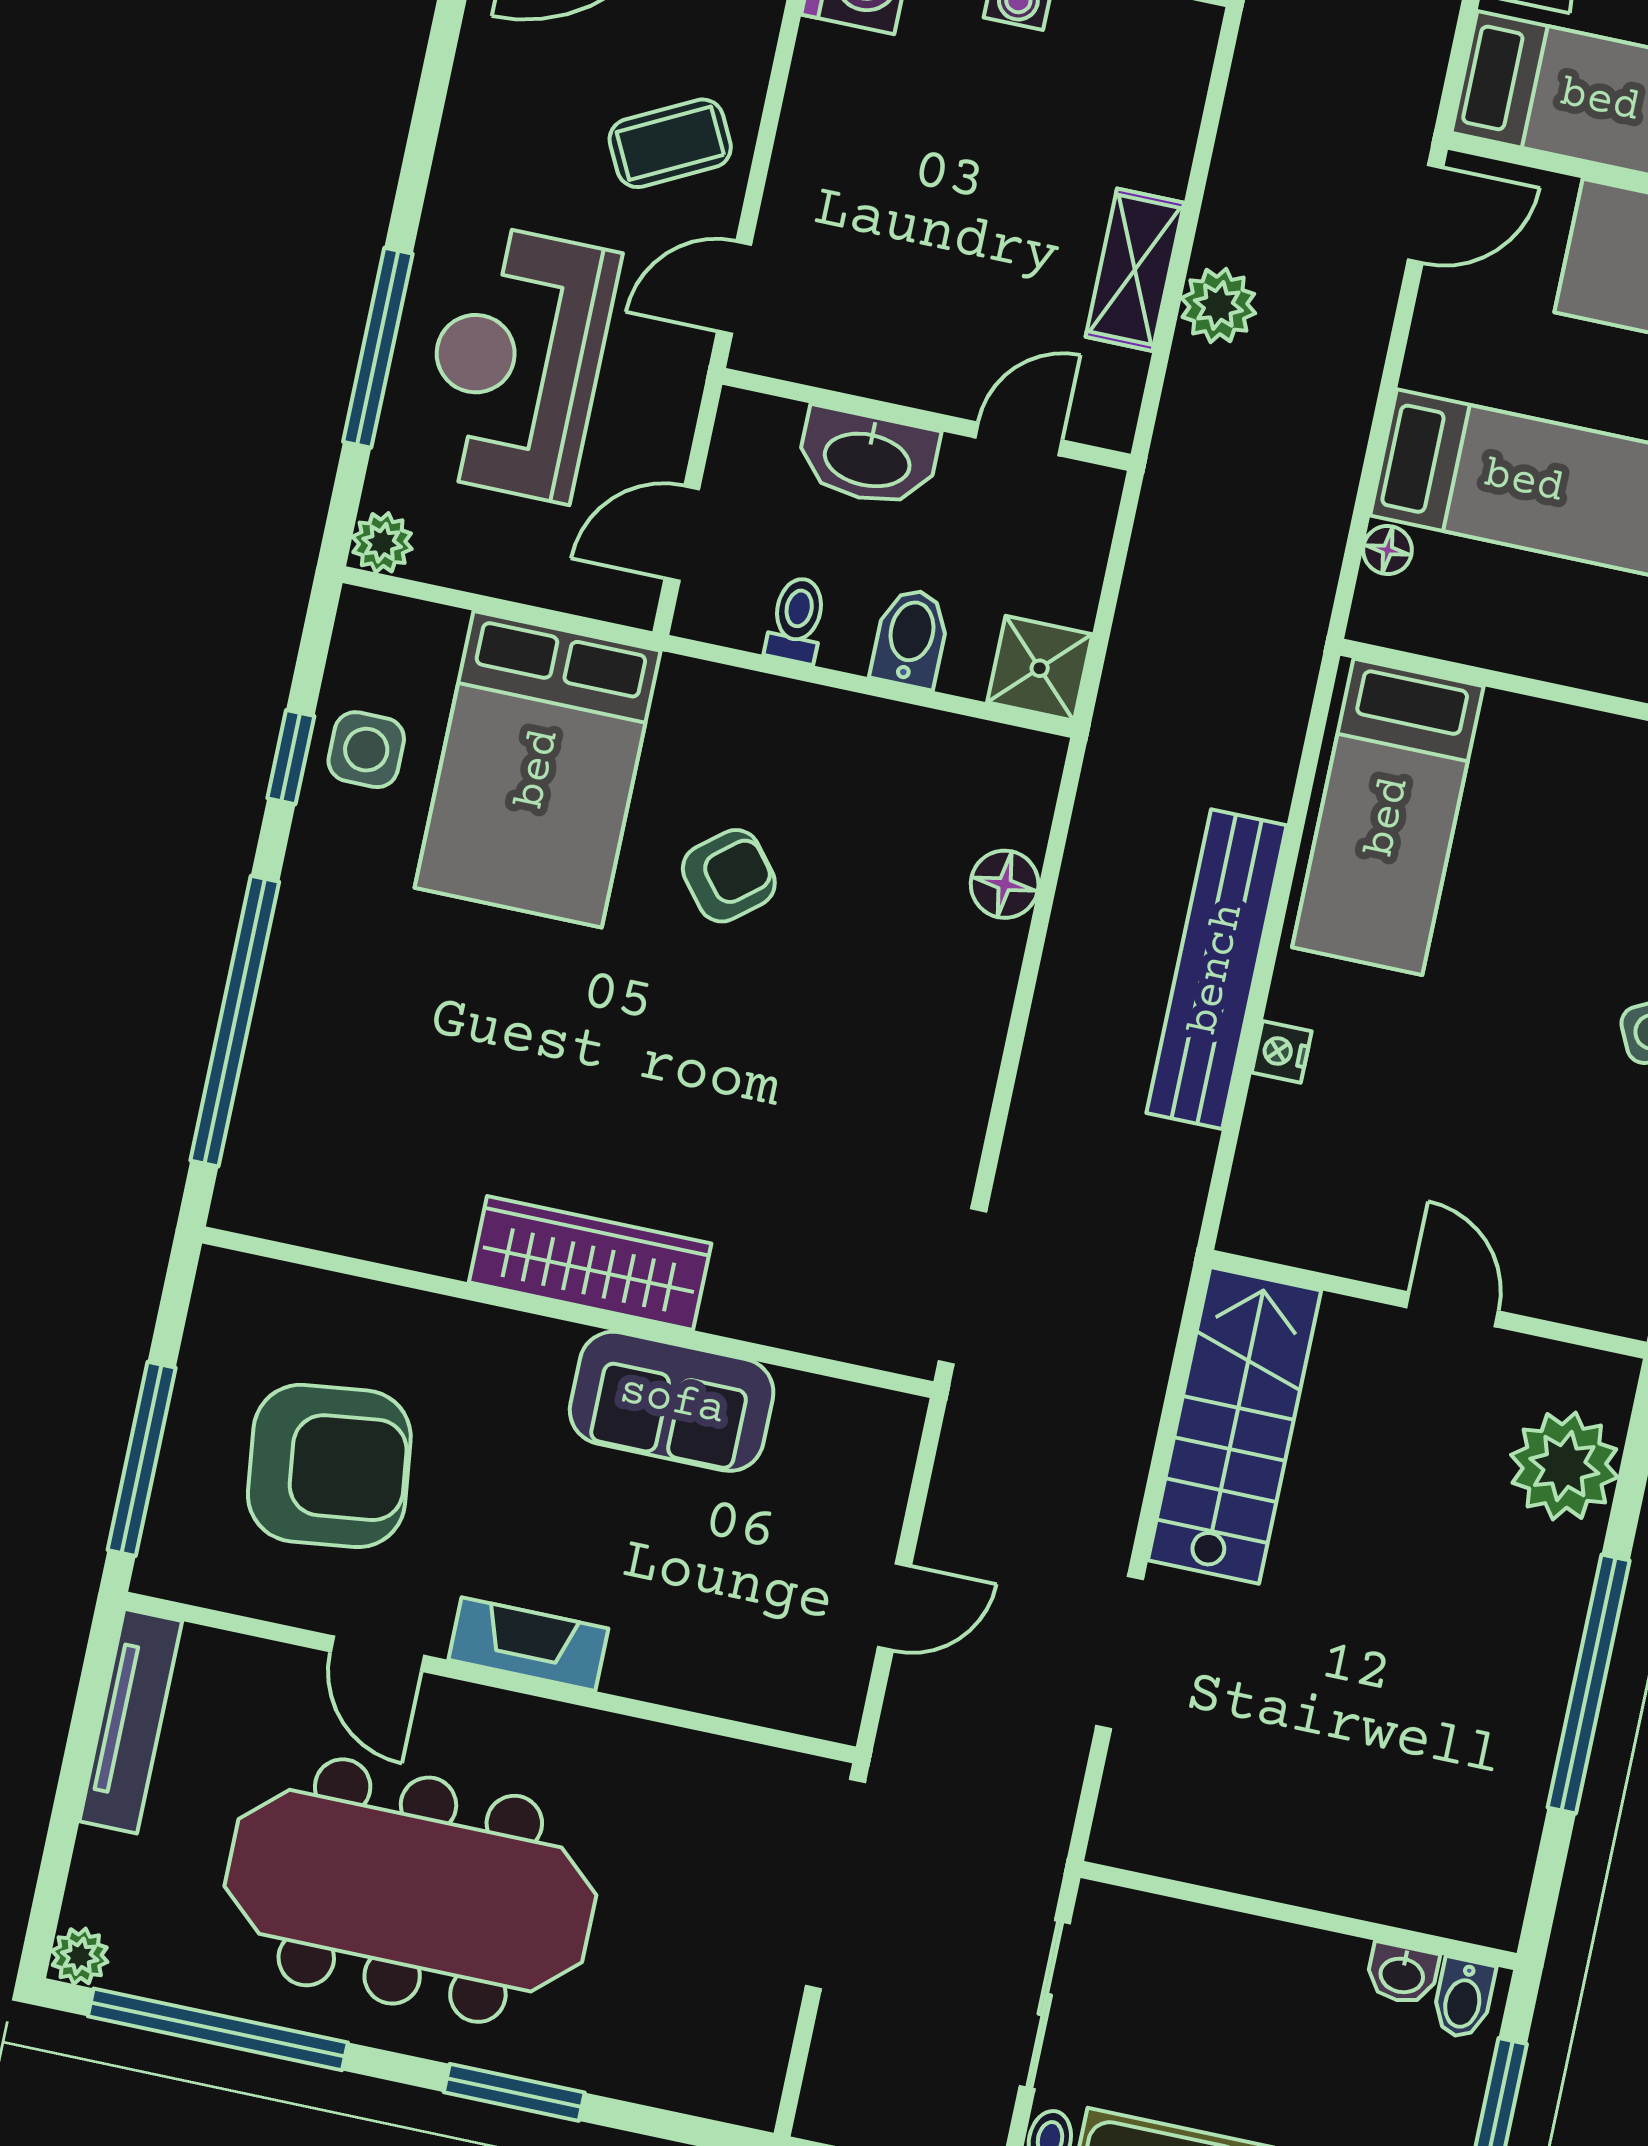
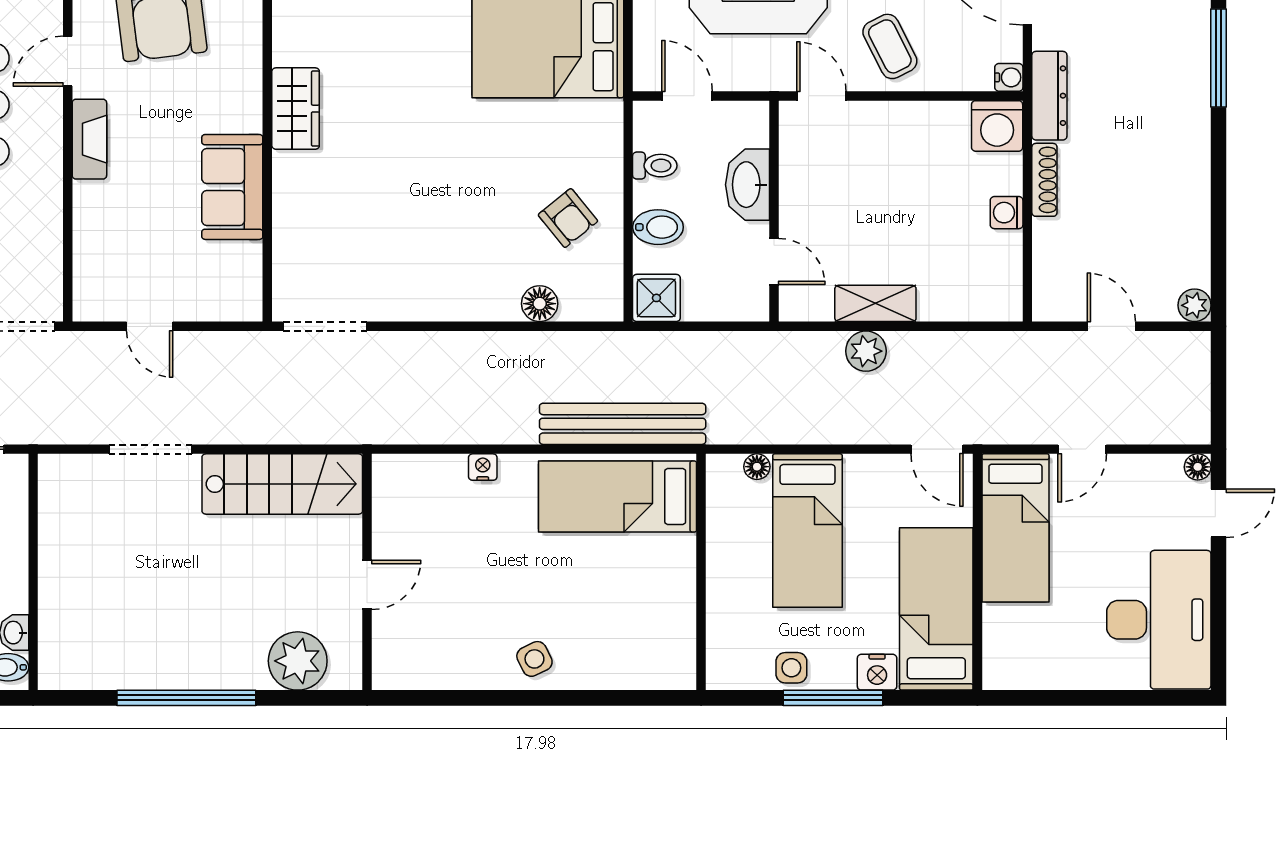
armchair: (729, 876) -> (568, 218), moved
bench: (1217, 969) -> (623, 424), moved
wardrobe: (590, 1263) -> (296, 109), width x0.67

